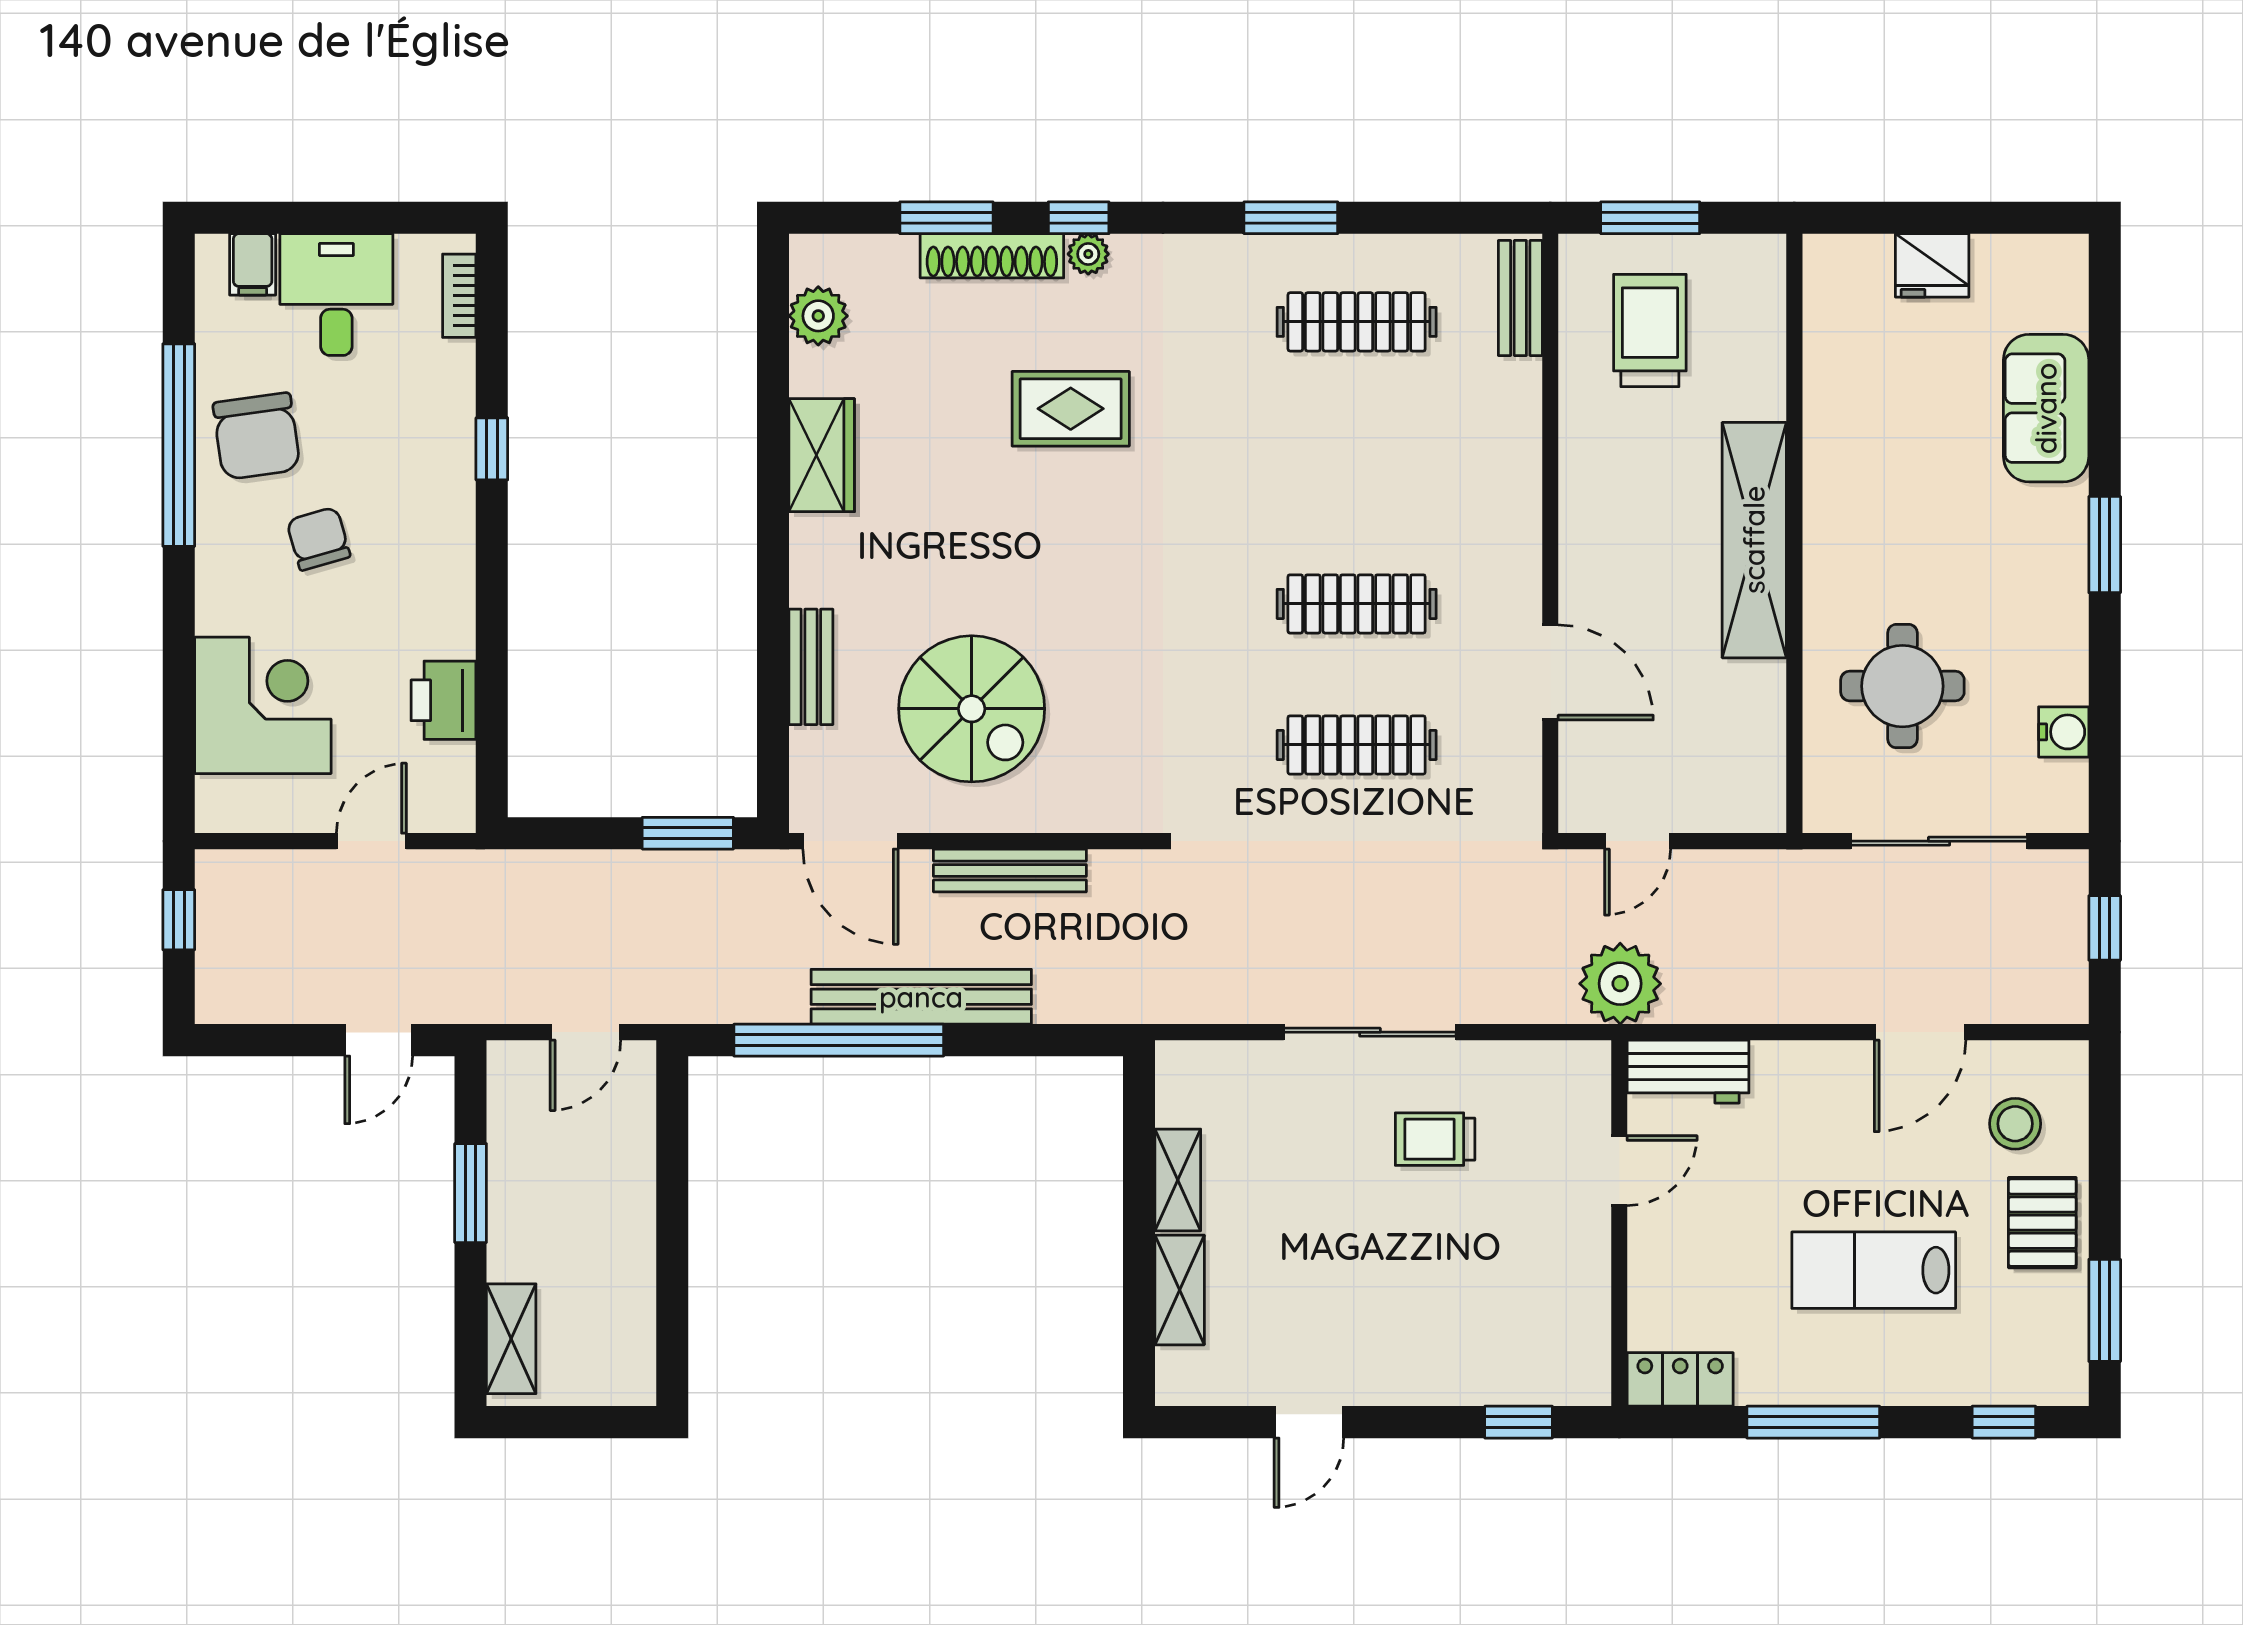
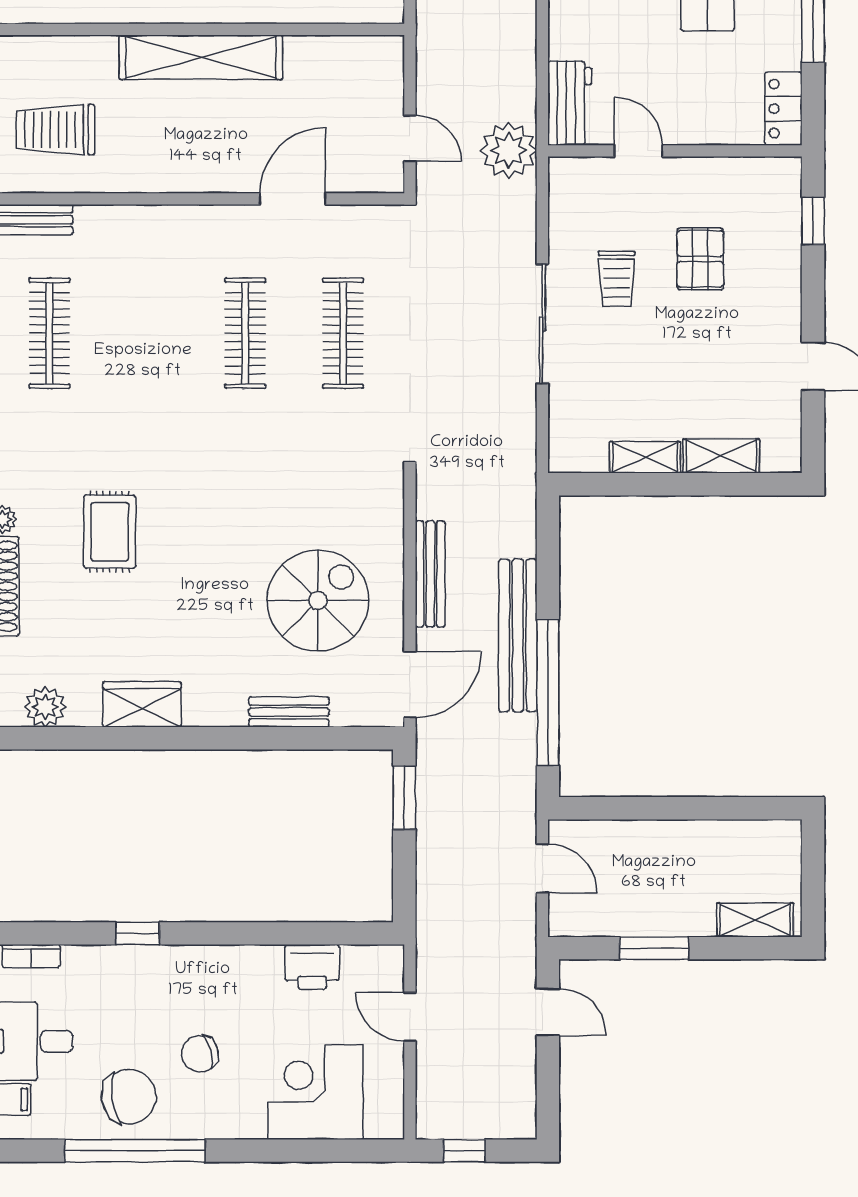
pallet: (1464, 1260) -> (700, 259), added

